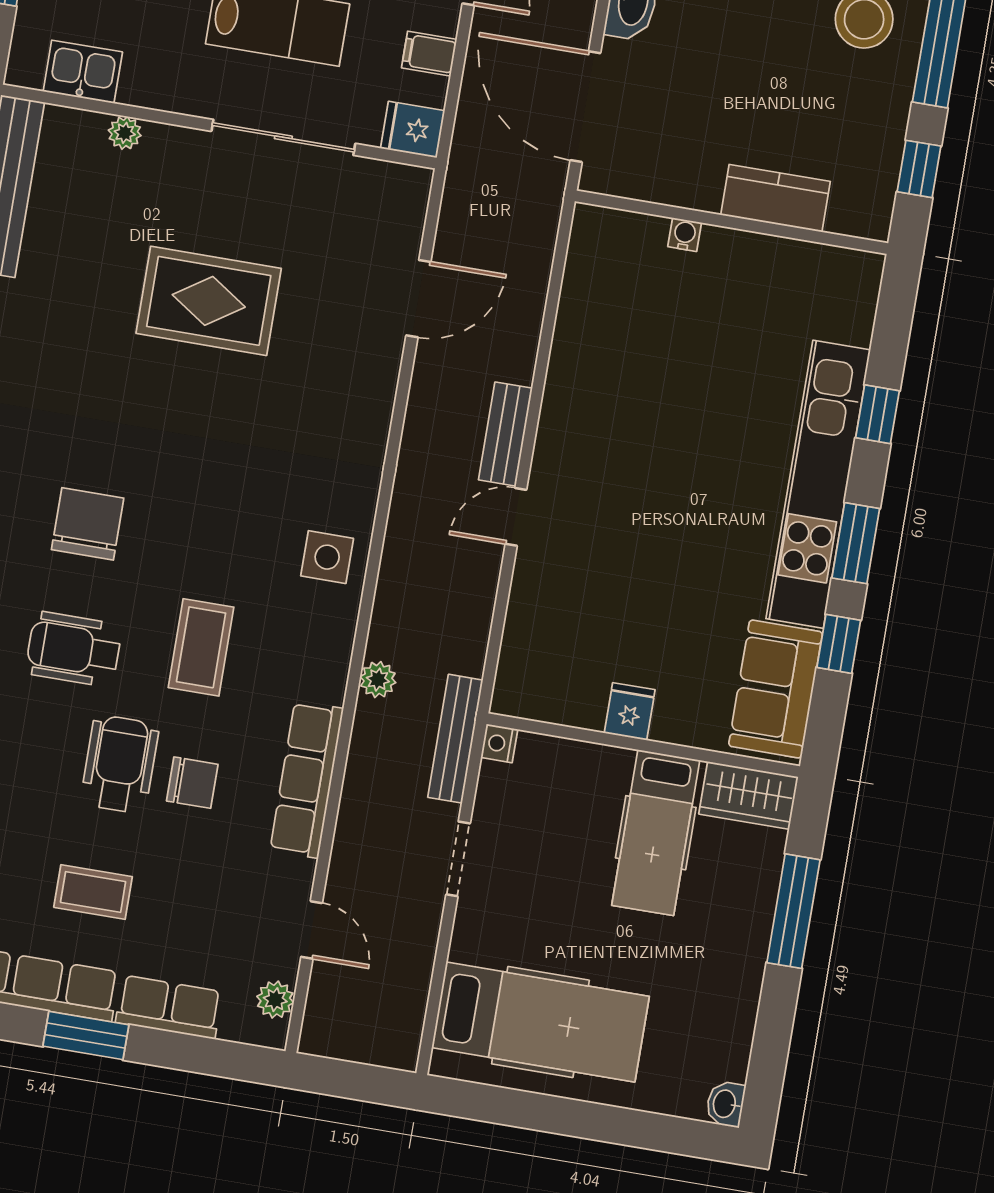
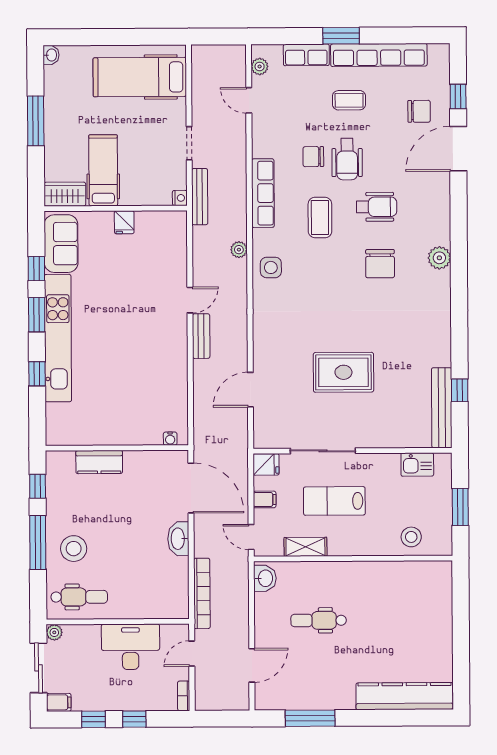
plant: (125, 133) -> (394, 441), removed
water cooler: (685, 235) -> (170, 439), moved
plant: (378, 680) -> (239, 250), moved
row of seats: (307, 779) -> (263, 193), moved
window: (793, 911) -> (36, 121), moved

